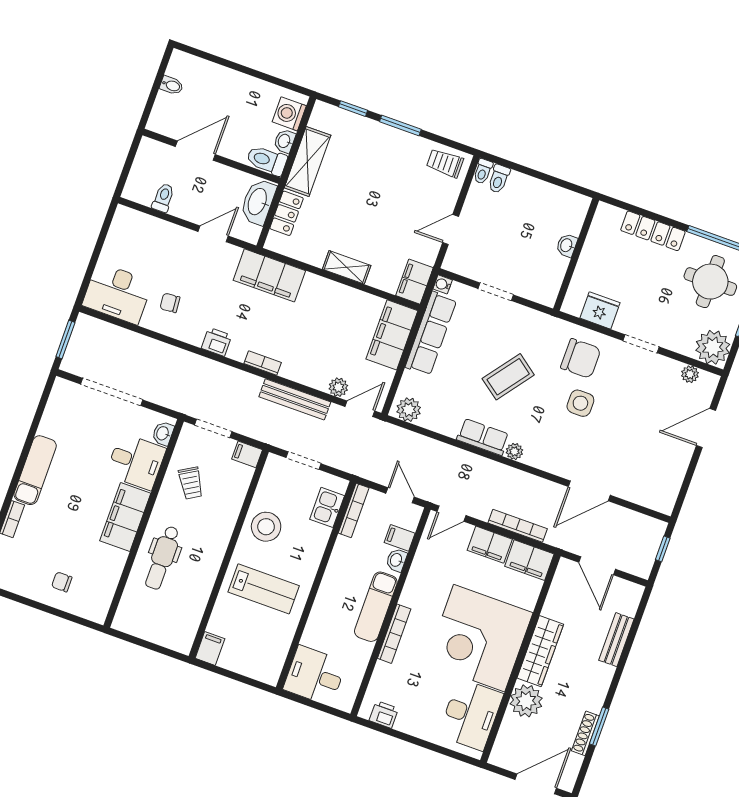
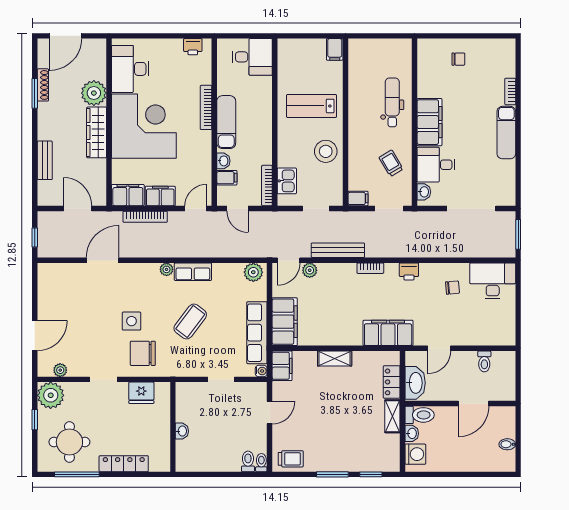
shelving: (307, 162) -> (392, 416), width x0.67, depth x0.75

